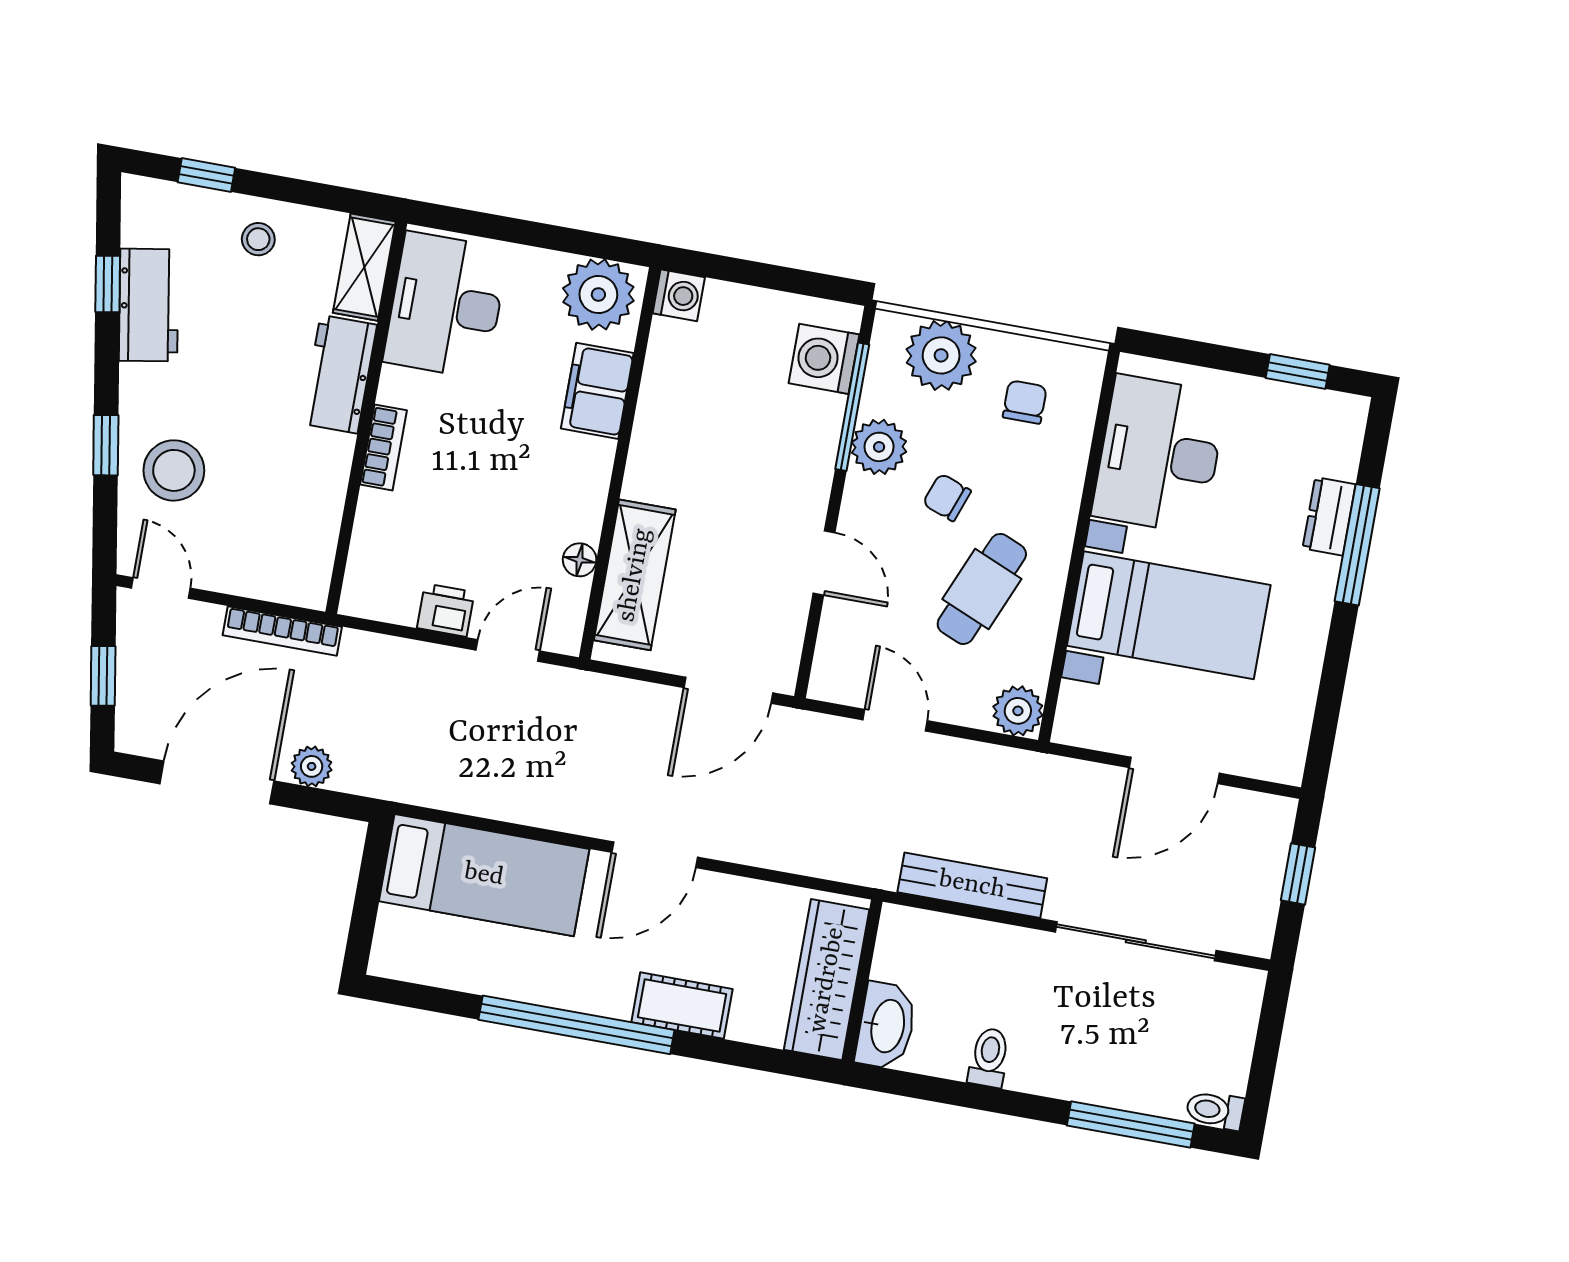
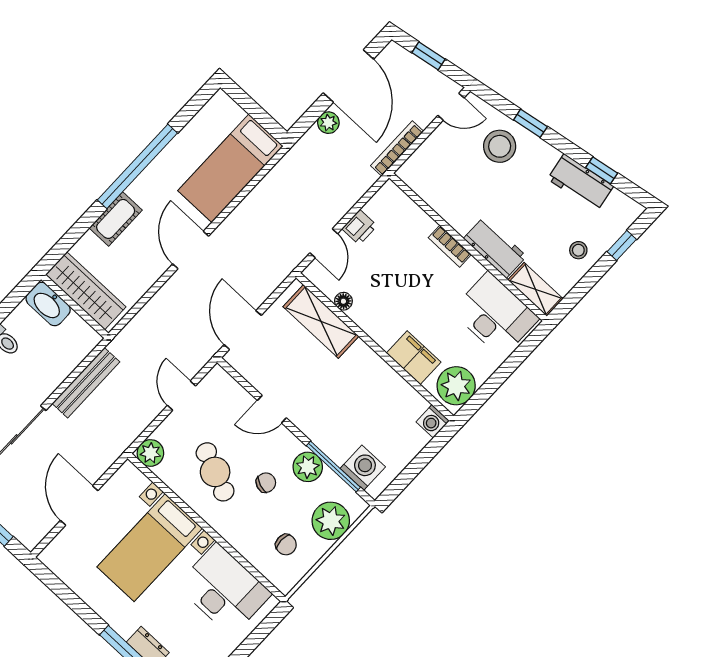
door: (895, 720) -> (182, 396), swing flipped

